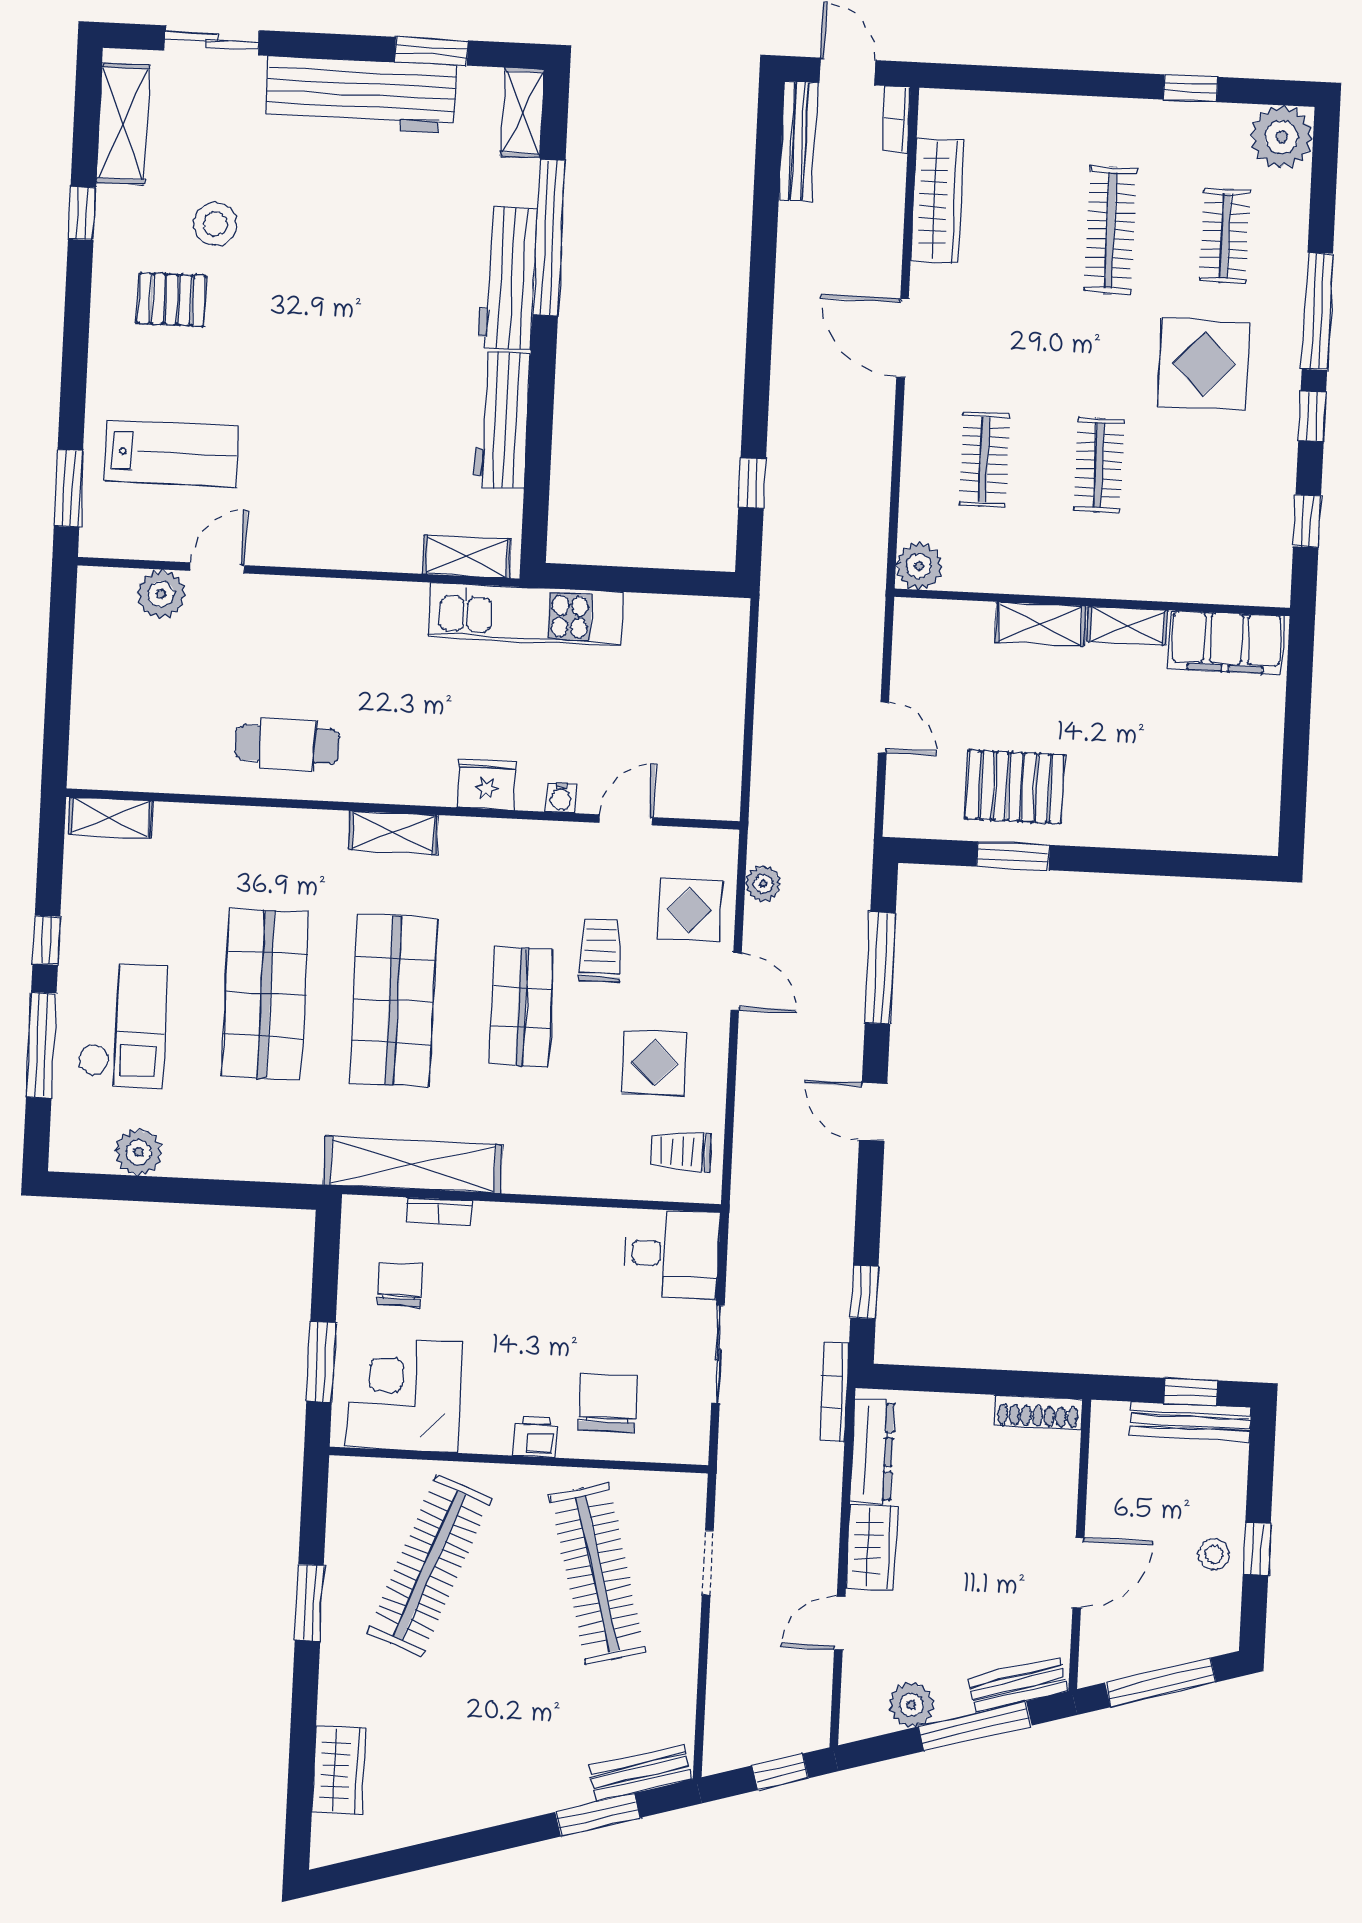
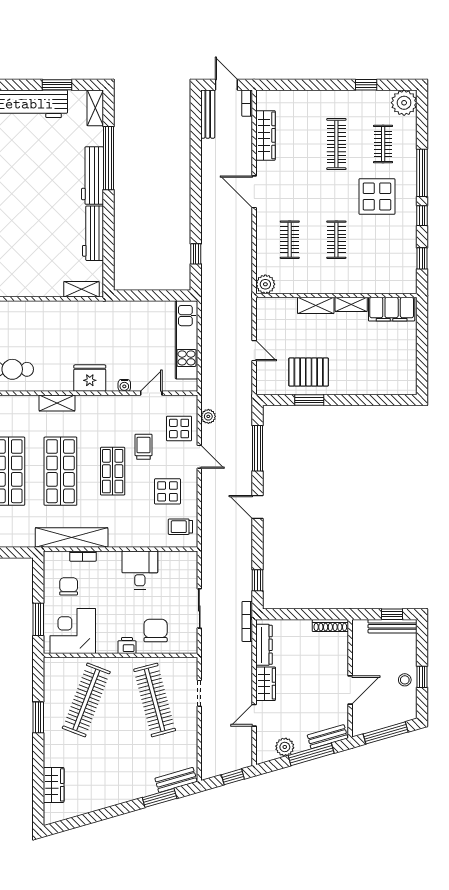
kitchen unit: (525, 614) -> (186, 340), moved, turned 90
fridge: (487, 784) -> (90, 378), width x1.36, depth x1.34
desk: (672, 1254) -> (140, 570), moved, turned -90

